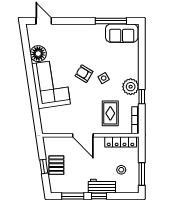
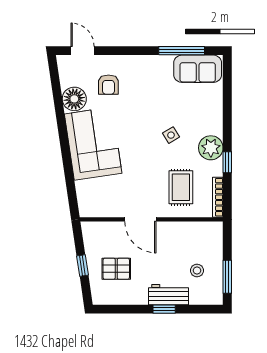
armchair: (84, 74) -> (108, 85), moved, turned -121
locker: (121, 142) -> (196, 229), removed
pallet: (56, 165) -> (116, 269), moved, turned 90
window: (73, 196) -> (125, 309), removed

